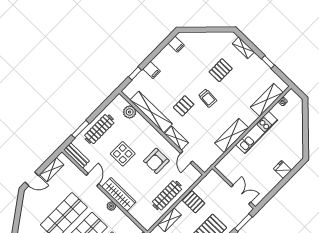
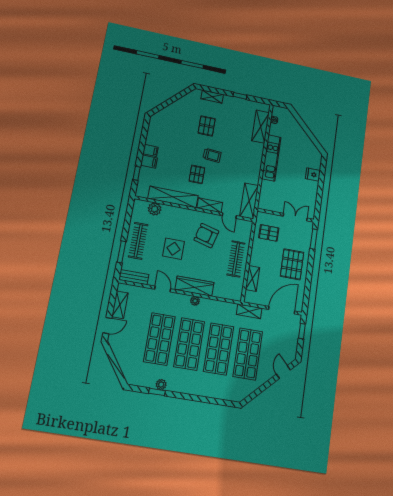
filing cabinet: (176, 44) -> (151, 150), moved
shelving: (232, 135) -> (249, 201), moved
armchair: (156, 161) -> (206, 236), turned 105
pallet: (194, 202) -> (269, 233), moved

